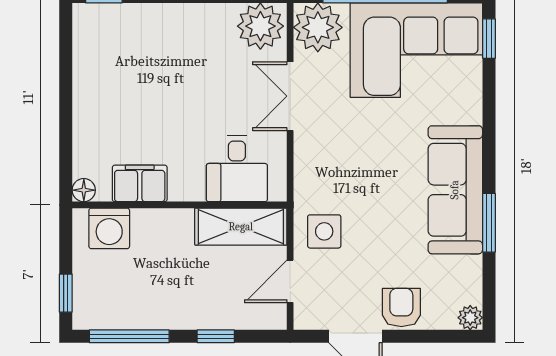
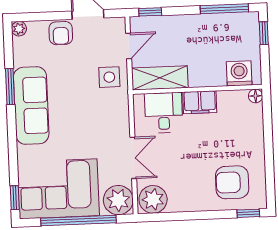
armchair: (128, 49) -> (232, 182), added
filing cabinet: (140, 183) -> (200, 102), moved
window: (216, 336) -> (150, 12), moved

